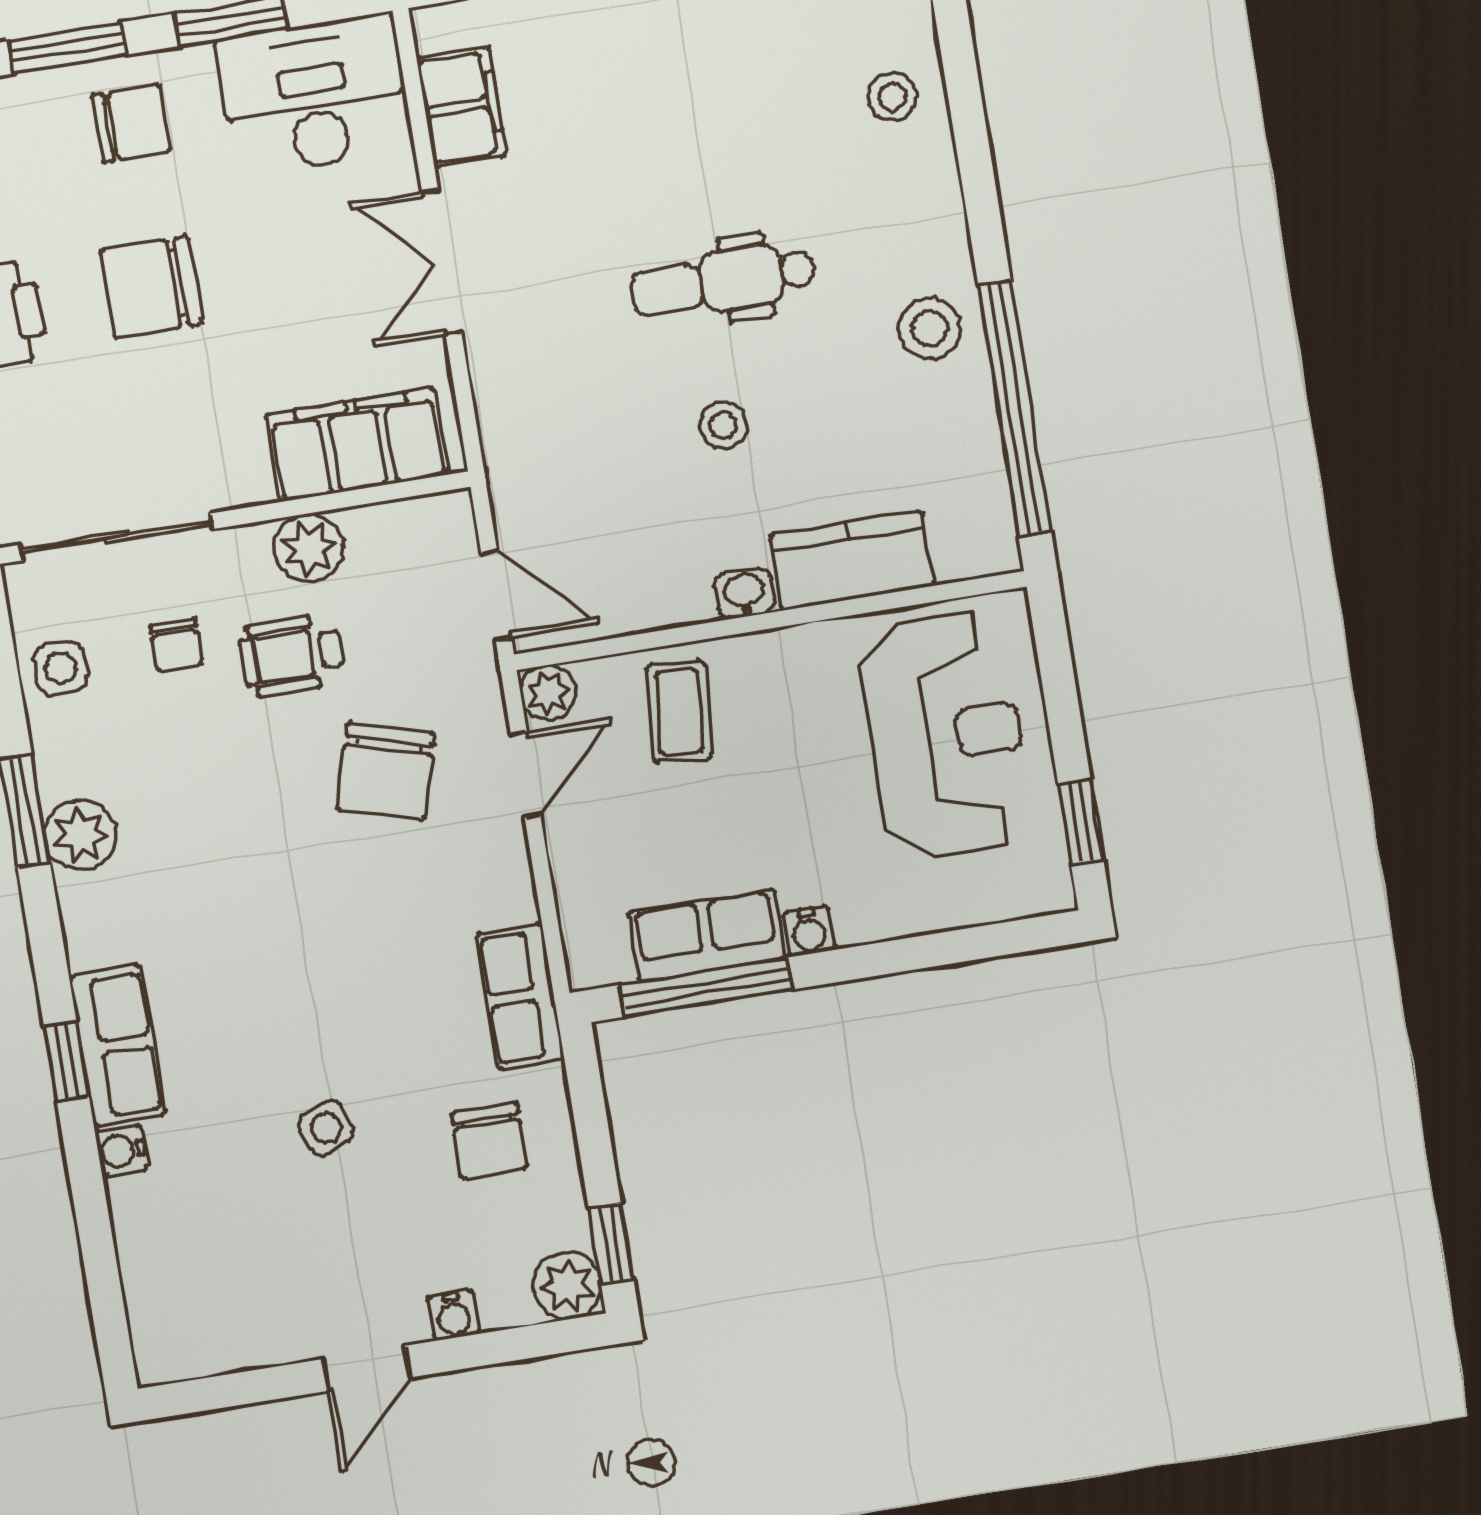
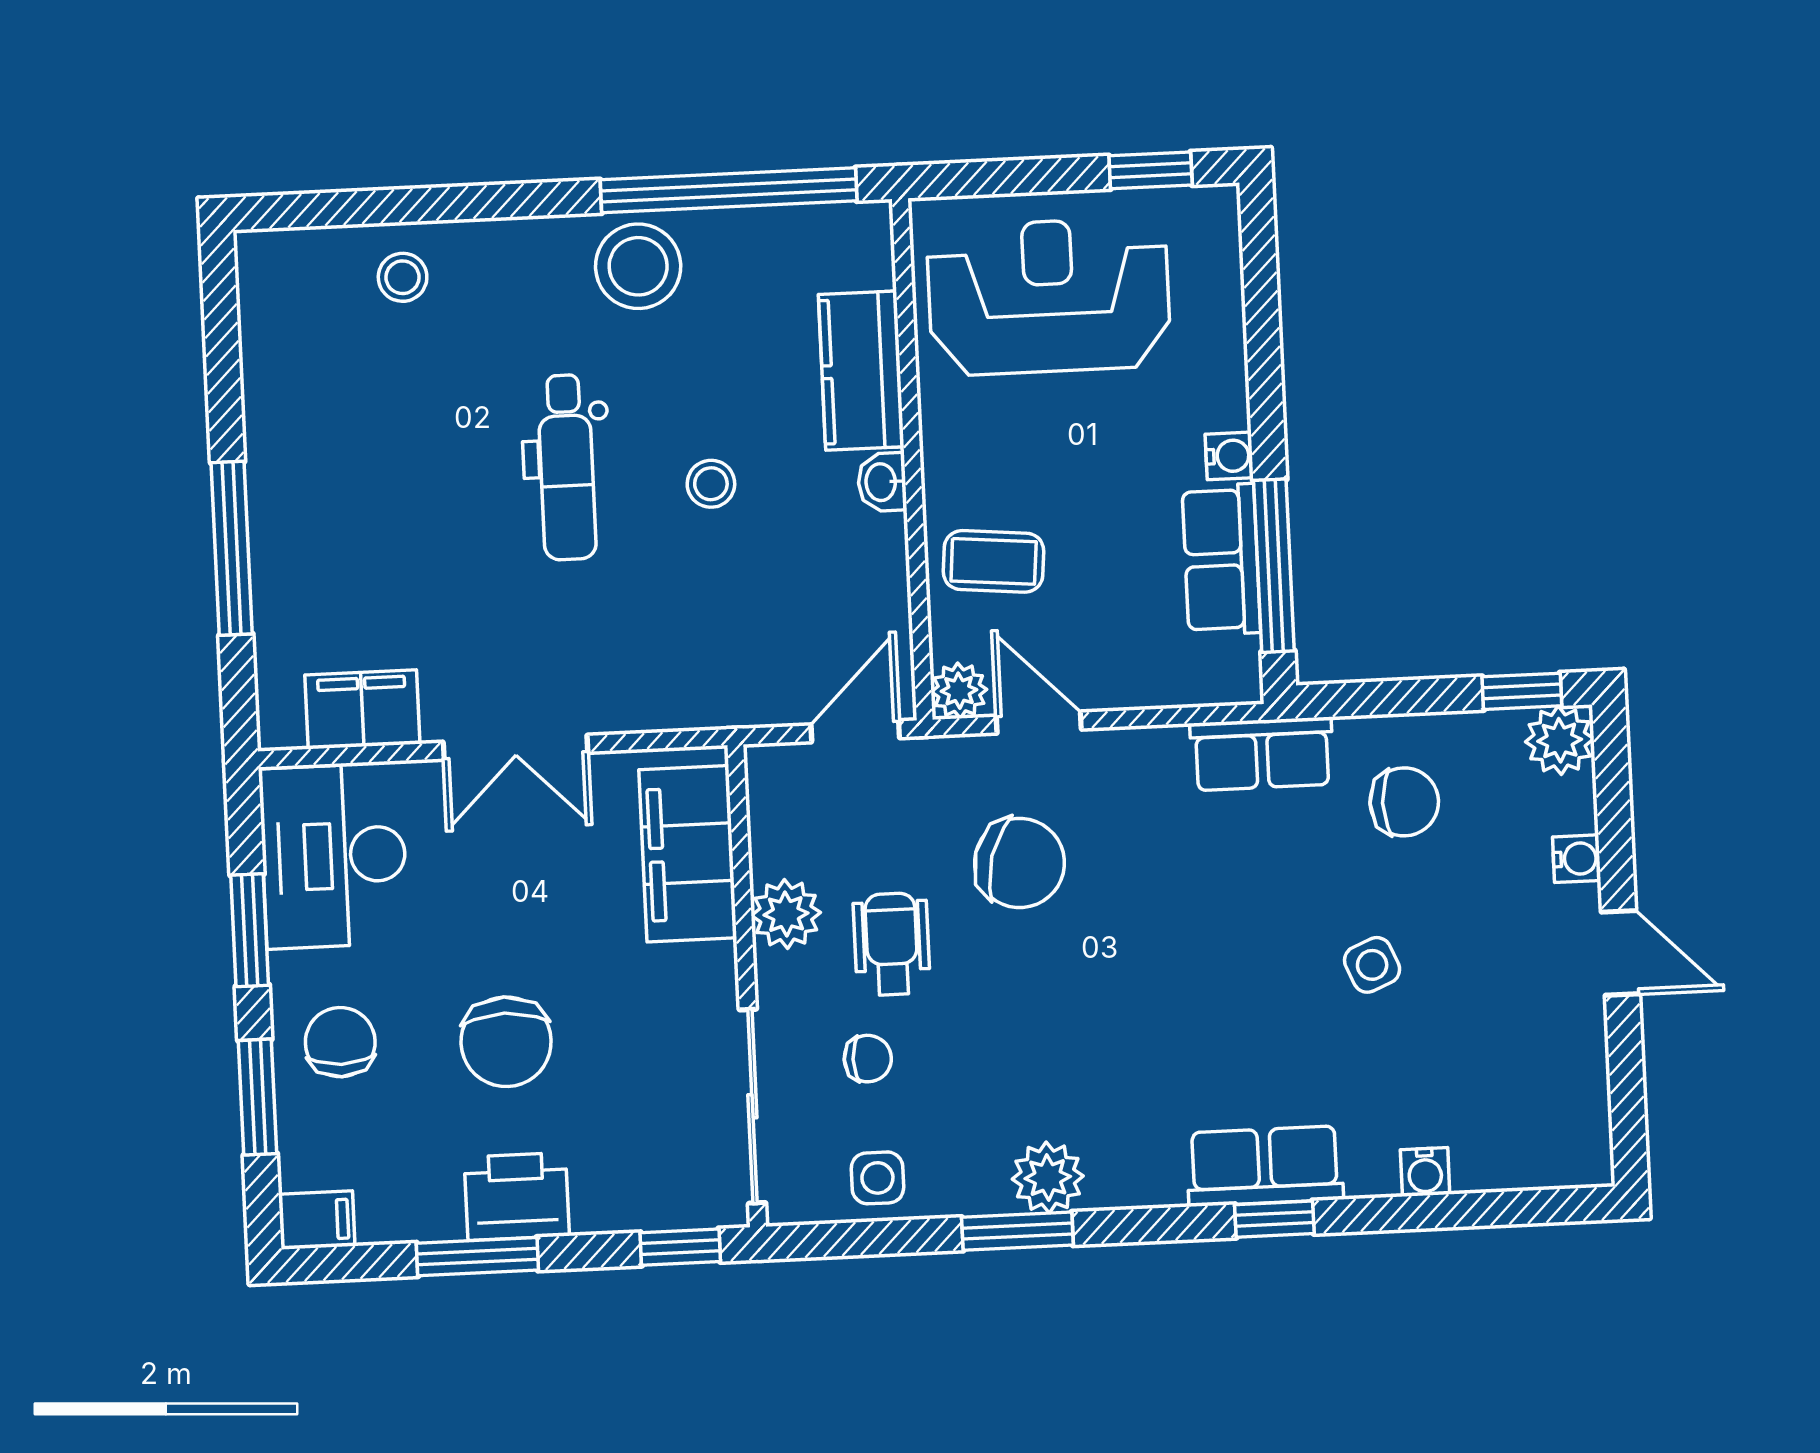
stool: (930, 328) -> (638, 266), width x1.38, depth x1.38
wheelchair: (292, 655) -> (892, 944), turned 180
water cooler: (121, 1150) -> (1425, 1172), moved

